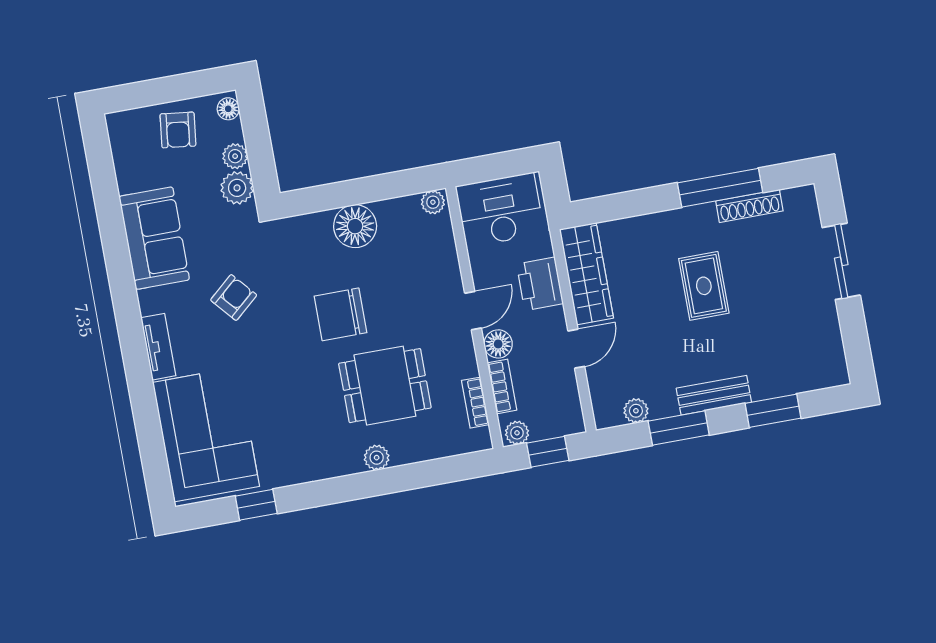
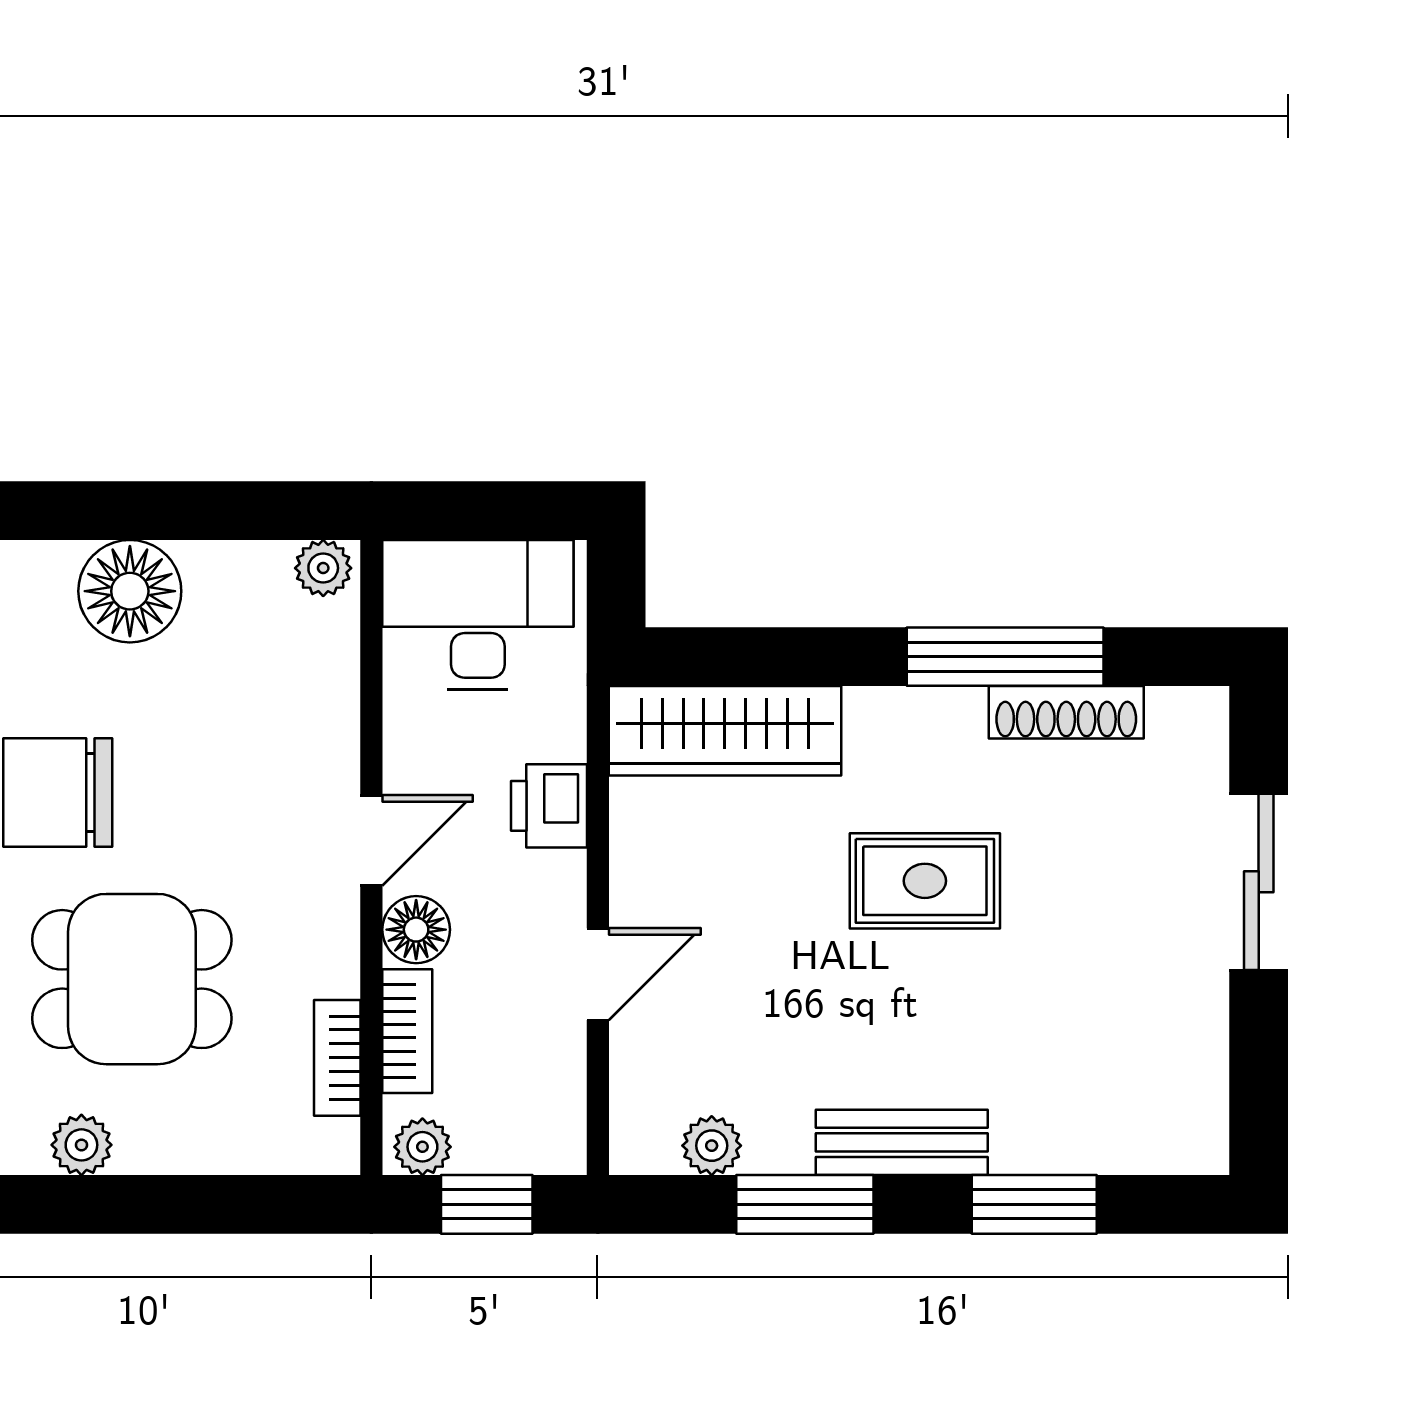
wardrobe: (586, 274) -> (725, 731), moved, turned 90
printer: (540, 284) -> (549, 806), width x0.73, depth x0.81
rug: (704, 286) -> (925, 881), turned 90

